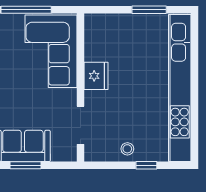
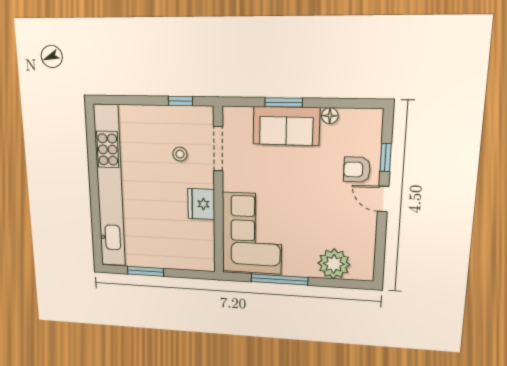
stool: (127, 149) -> (180, 154), moved
window: (146, 165) -> (180, 101), moved

